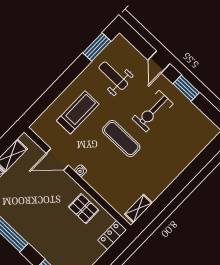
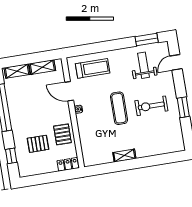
door: (159, 62) -> (176, 62), moved
treadmill: (78, 112) -> (93, 68), moved
shelving: (138, 209) -> (124, 156), moved
pallet: (66, 237) -> (38, 144), added

